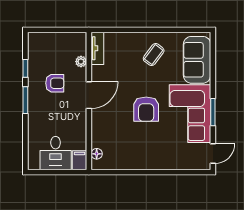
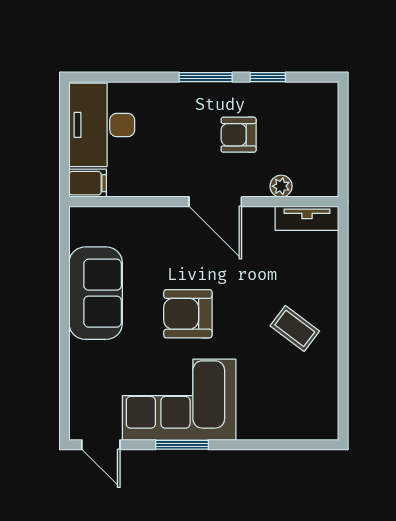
sofa: (197, 60) -> (96, 293), moved, turned 90
armchair: (55, 83) -> (239, 135), turned 90
desk: (56, 153) -> (102, 125), width x1.37
floor lamp: (97, 154) -> (100, 217), removed

